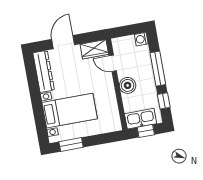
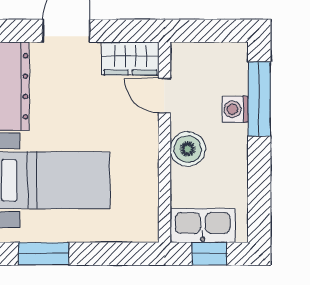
washing machine: (141, 39) -> (235, 109), moved
window: (158, 69) -> (259, 99), moved
window: (164, 101) -> (259, 196), removed

